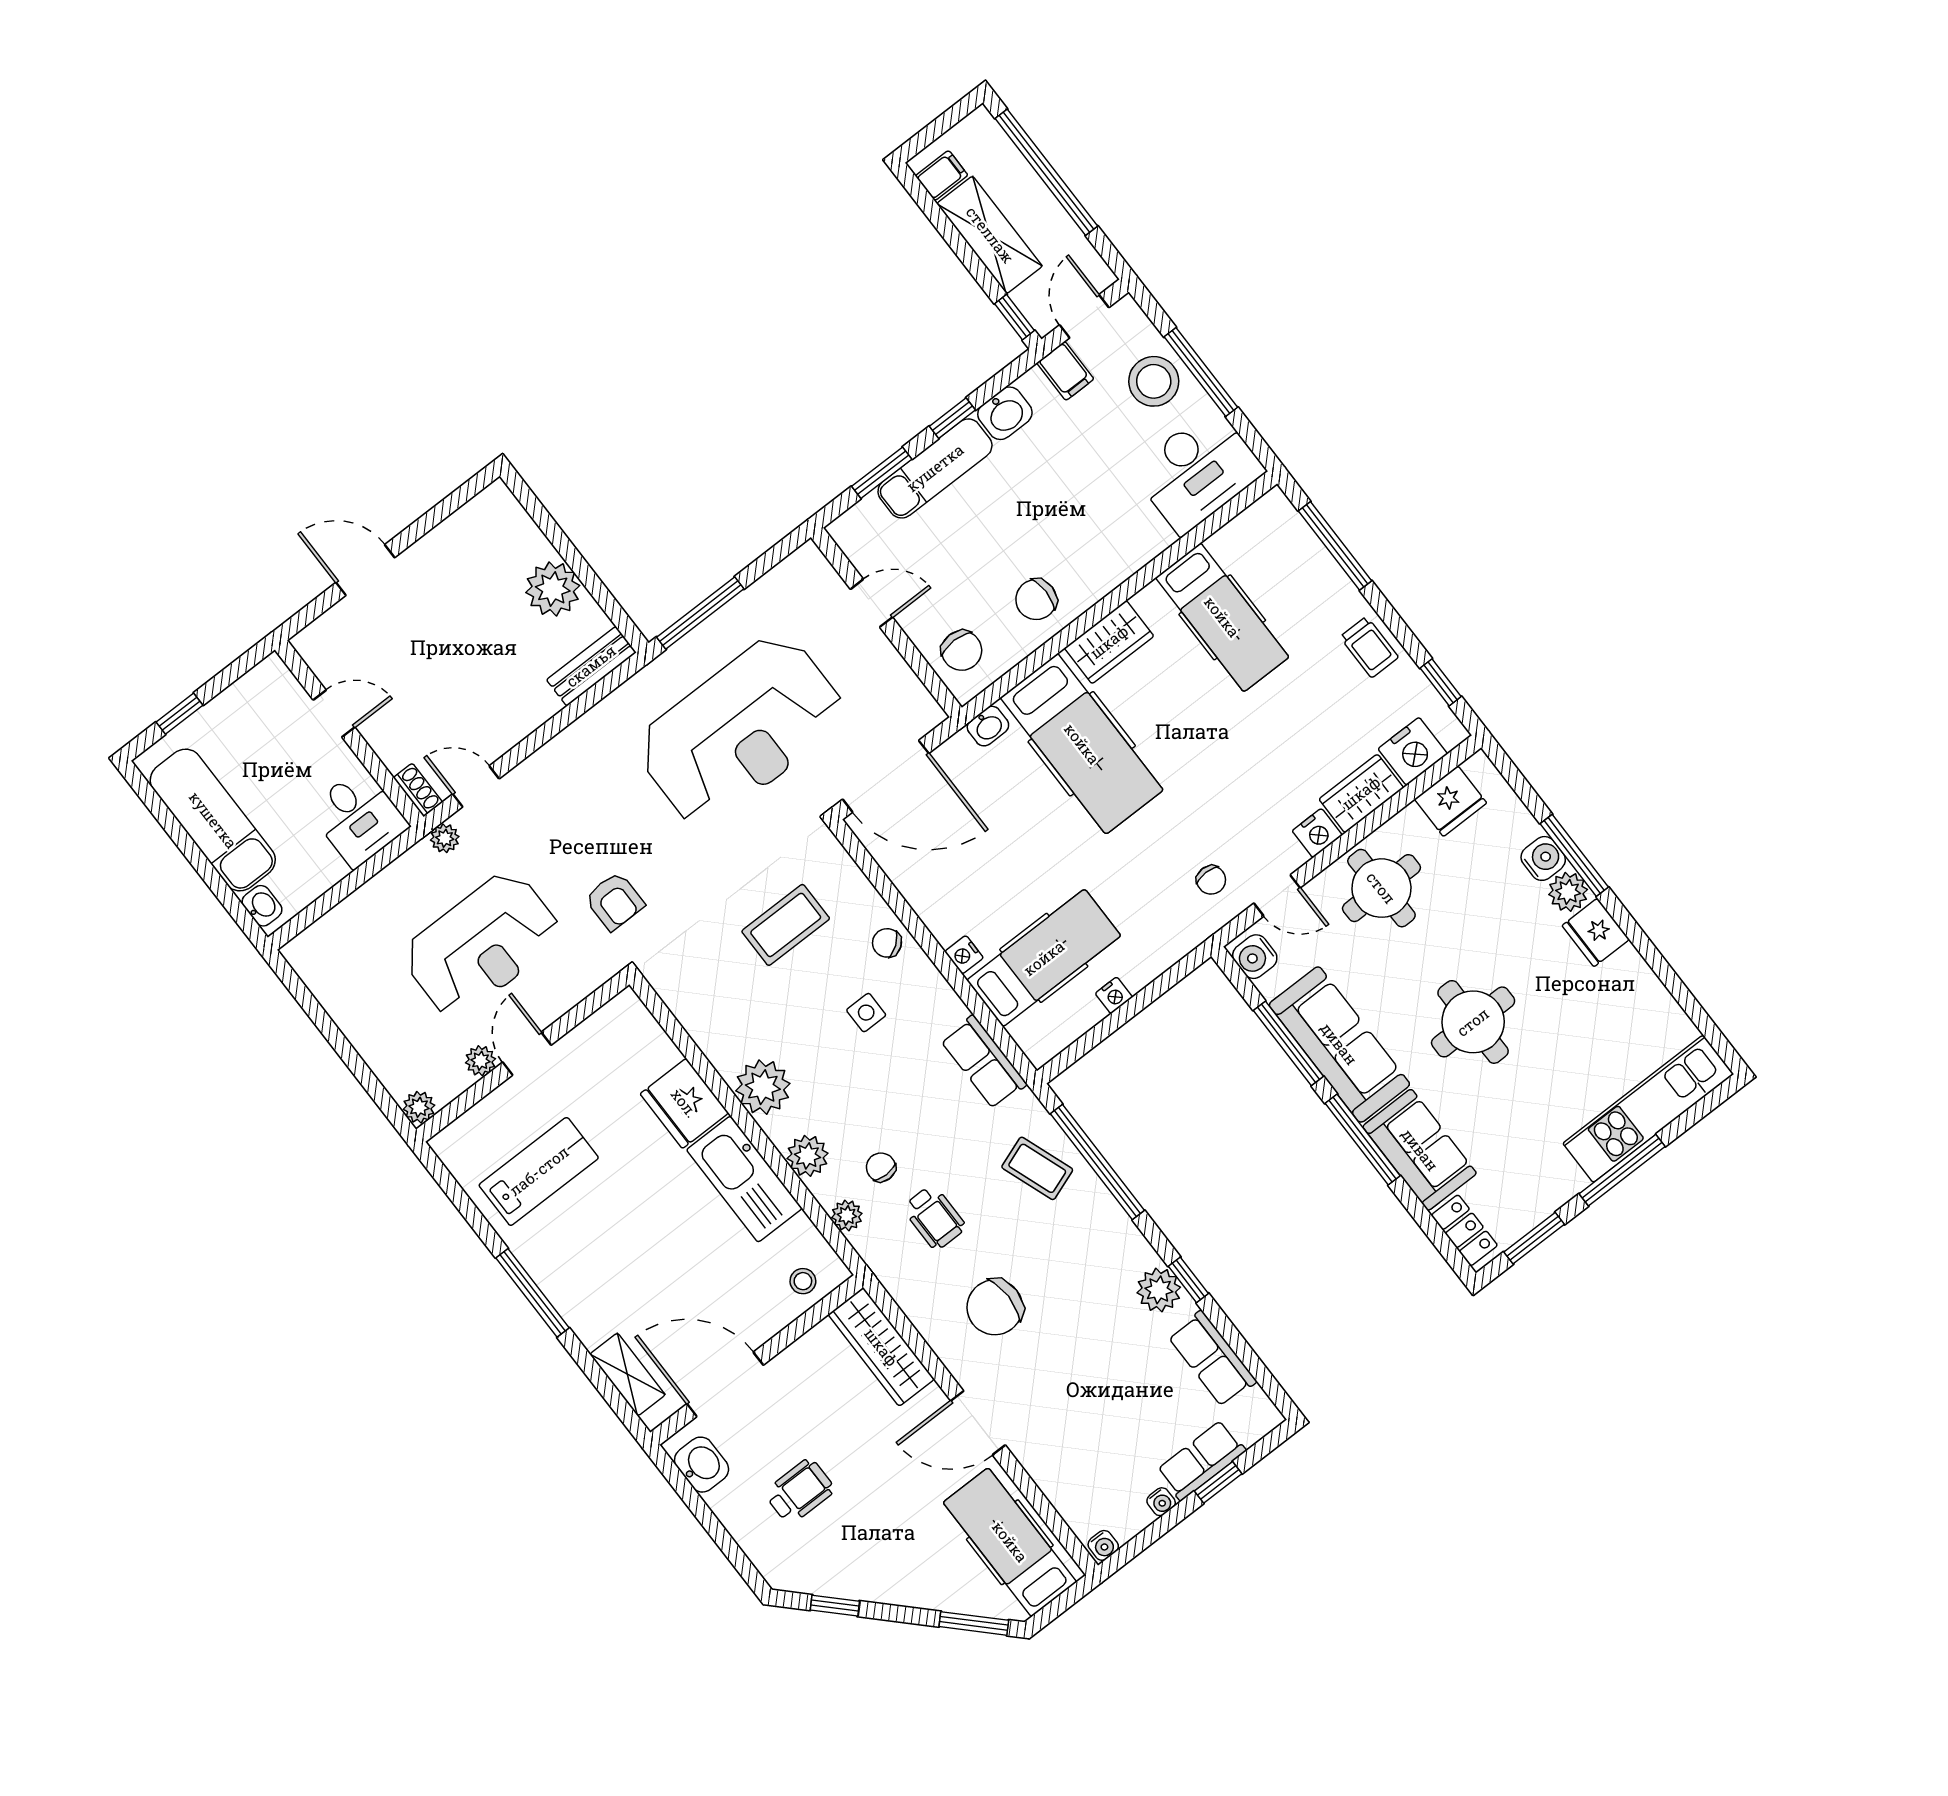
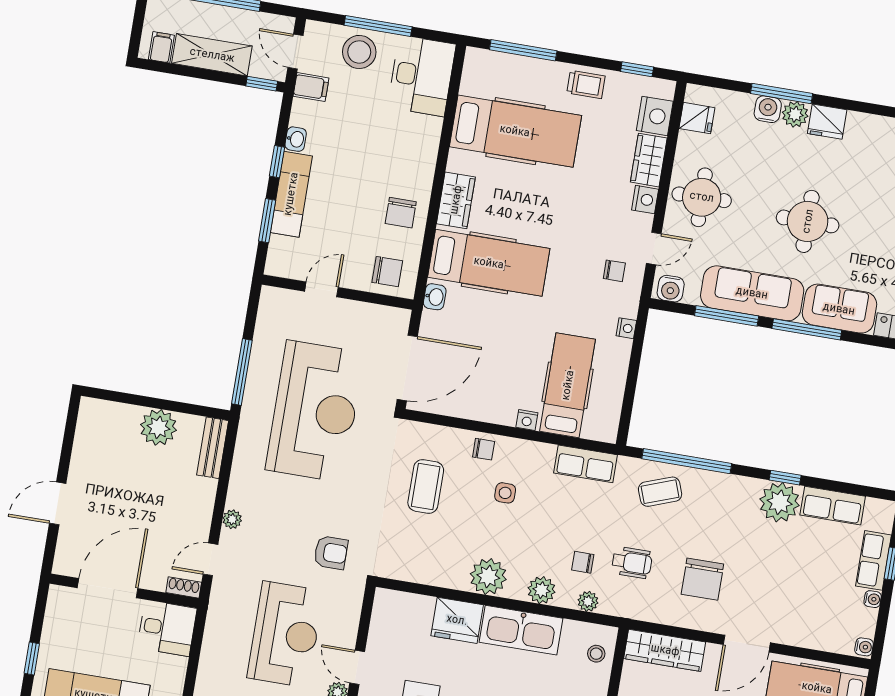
washbasin: (1005, 413) -> (296, 139), width x0.72, depth x0.69
hospital bed: (1222, 617) -> (515, 131), width x1.37, depth x1.29
door: (334, 714) -> (108, 588), width x1.87
fridge: (1451, 801) -> (697, 118), width x0.72
plant: (445, 838) -> (232, 519), moved
chair: (887, 943) -> (484, 449), turned -144
nightstand: (1114, 995) -> (626, 328), moved
plant: (1159, 1290) -> (780, 502), width x1.36, depth x1.36

